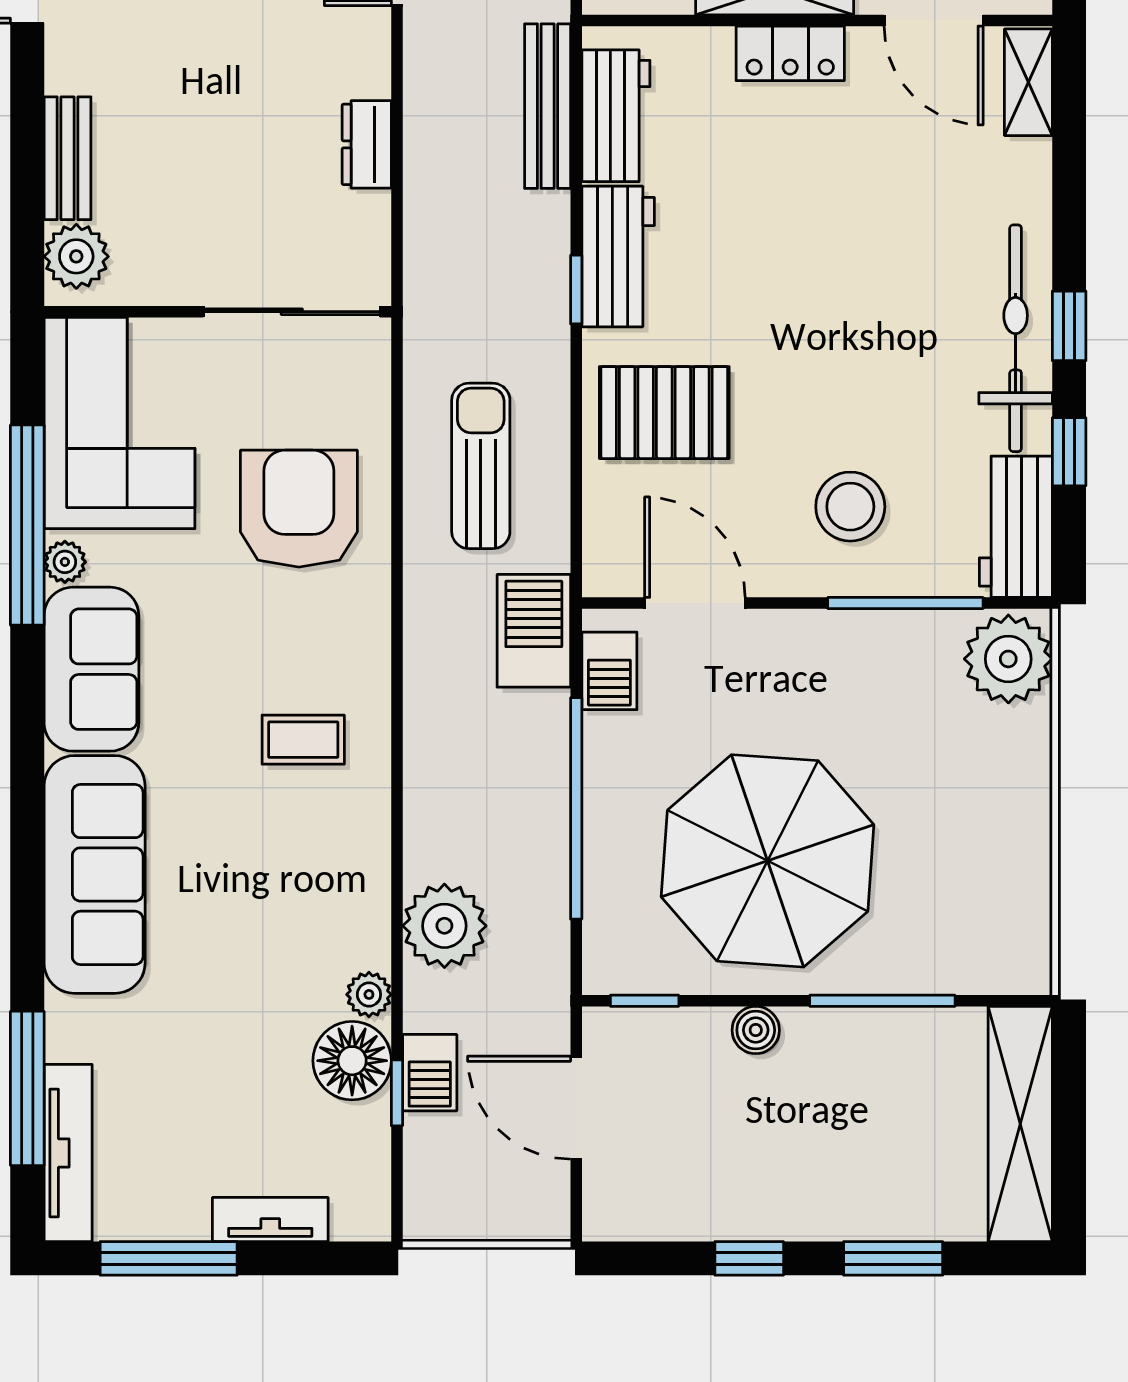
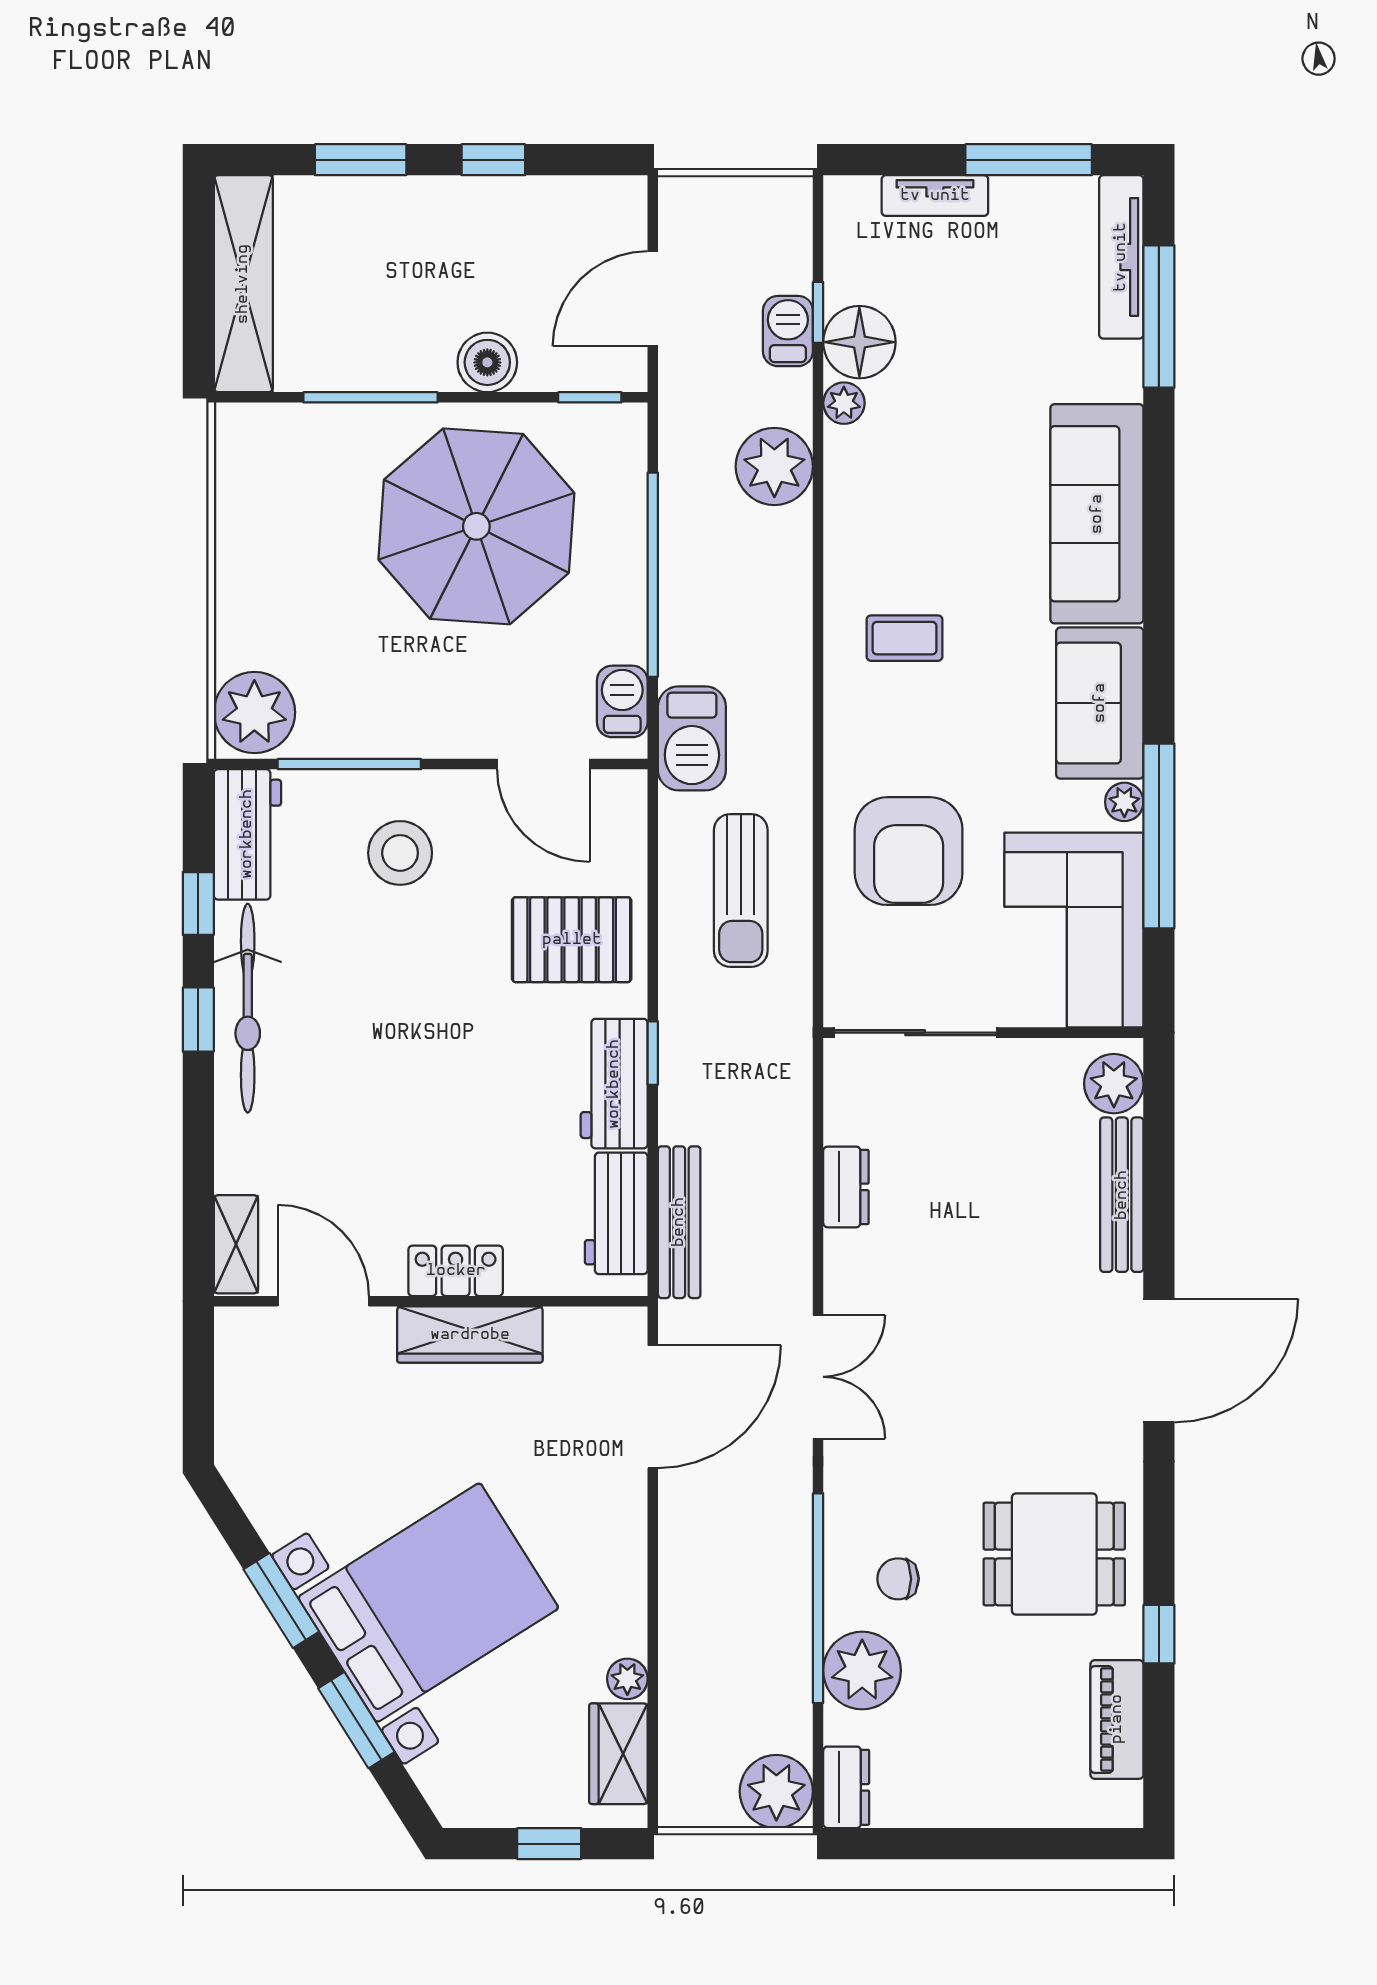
bench: (68, 158) -> (1122, 1195), width x1.36
boiler: (756, 1030) -> (487, 362), width x1.36, depth x1.36
door: (576, 1108) -> (653, 299), swing flipped

